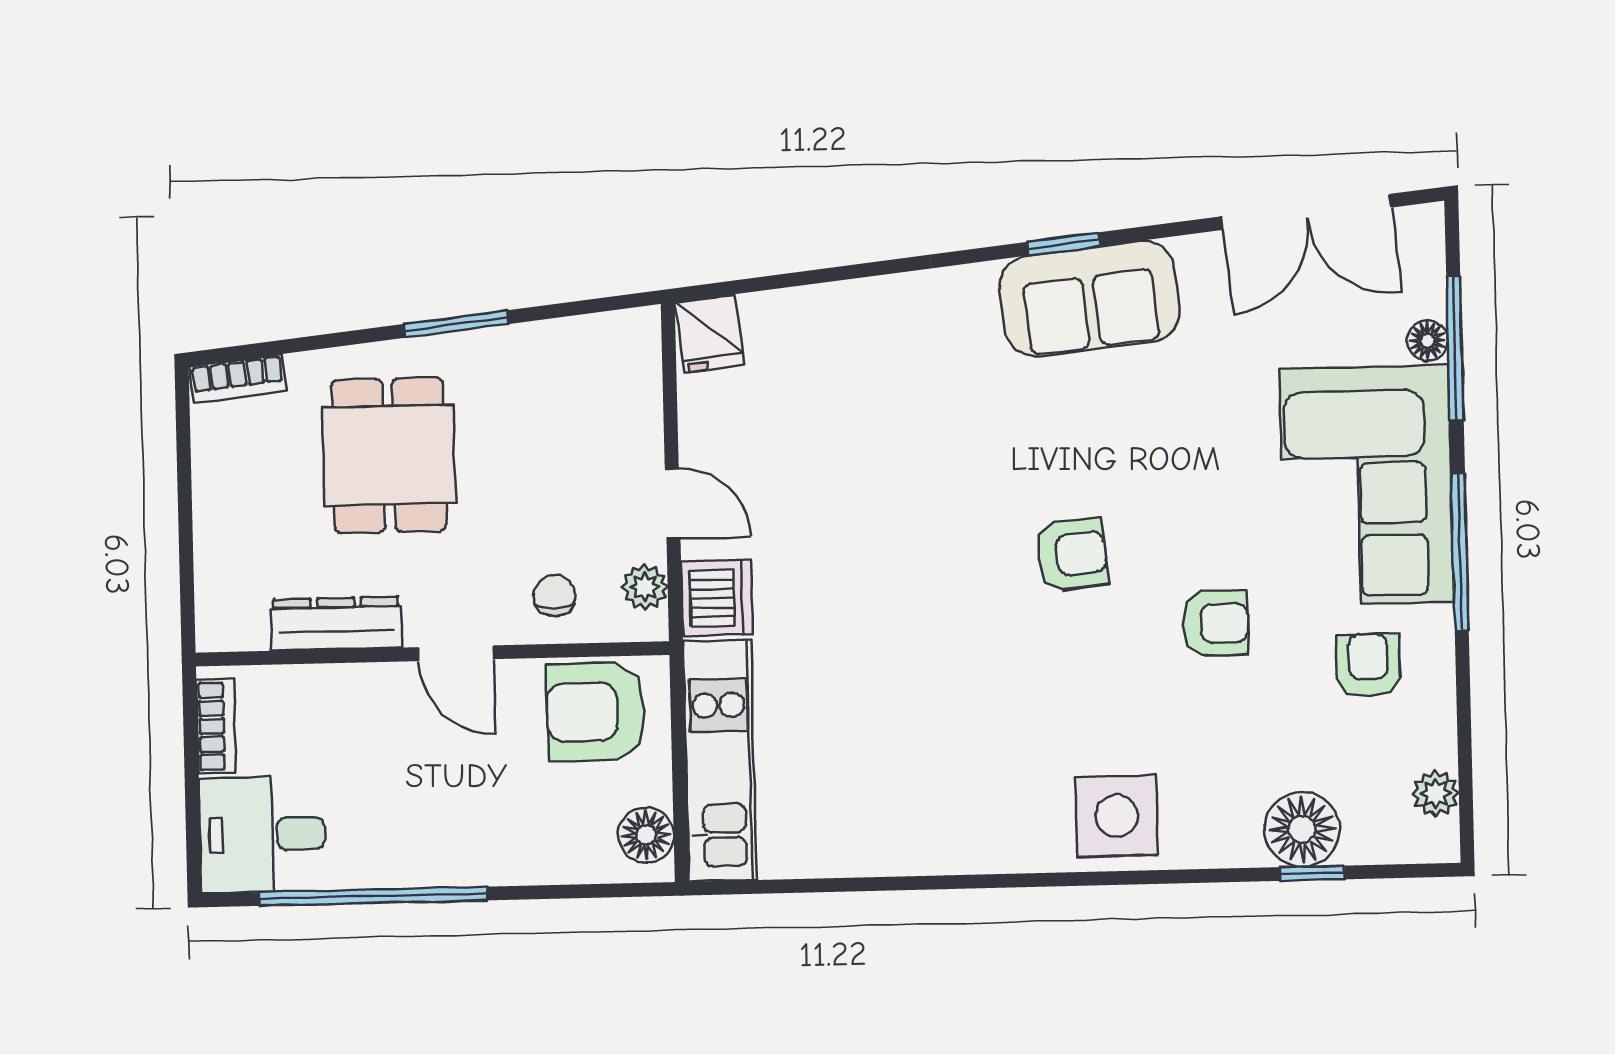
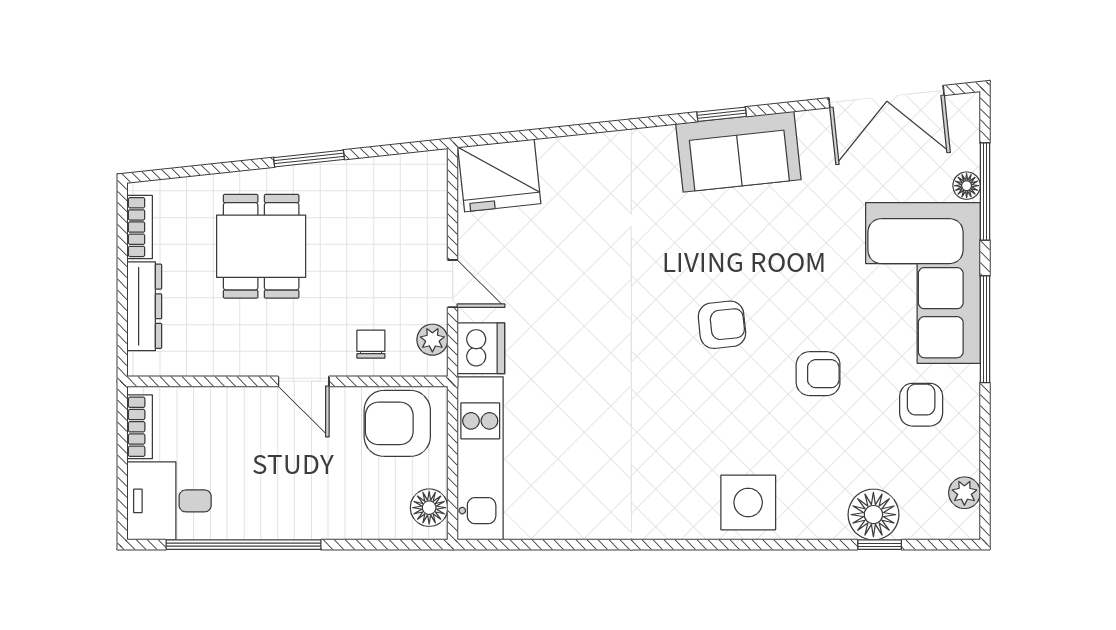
fridge: (710, 334) -> (499, 175), width x1.88, depth x1.34
bookcase: (238, 379) -> (140, 227), moved, turned -84
dresser: (336, 624) -> (144, 306), moved, turned 90

